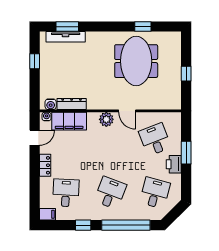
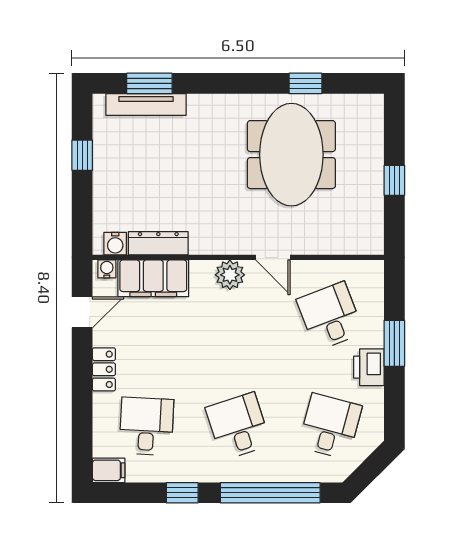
desk: (110, 193) -> (238, 426), turned -39

